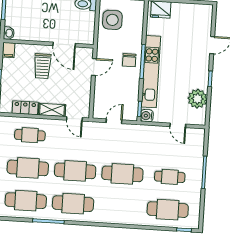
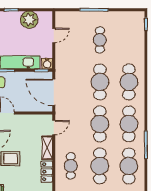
door: (114, 121) -> (54, 92), width x1.88
cafe table: (168, 210) -> (129, 82), moved

